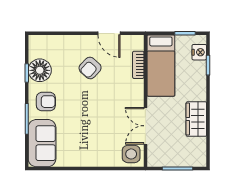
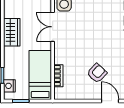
door: (109, 33) -> (110, 101), moved
double door: (145, 126) -> (53, 27), swing flipped

